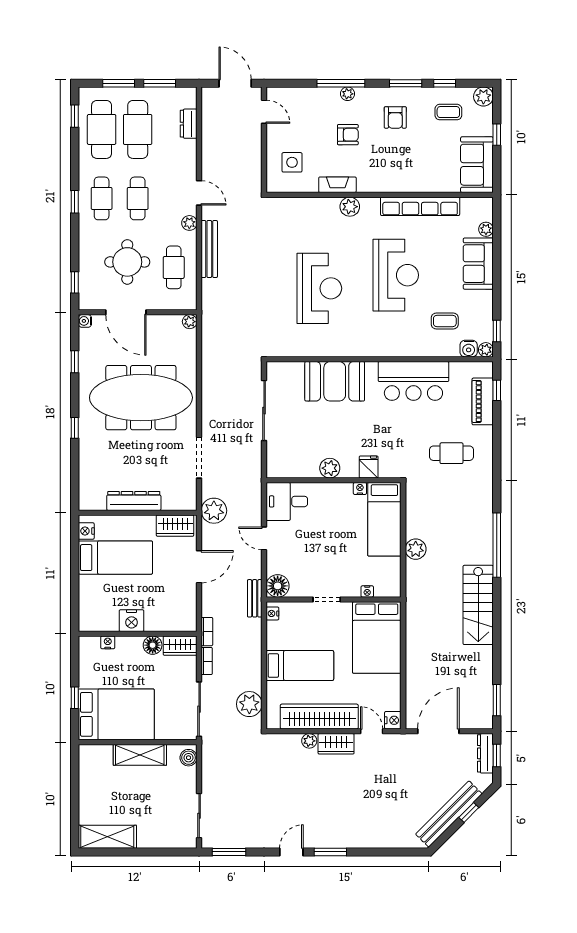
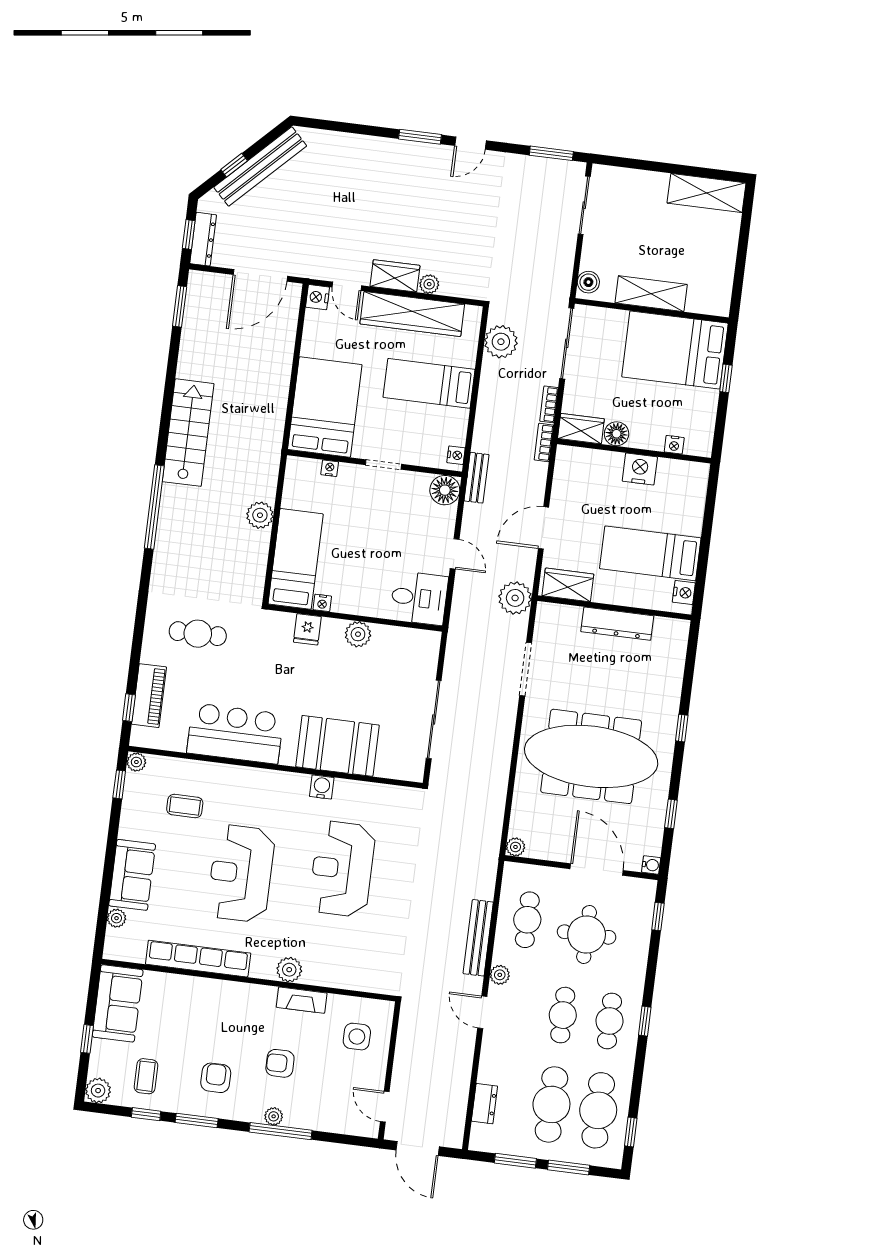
coffee table: (448, 112) -> (146, 1076), turned 90
water cooler: (469, 349) -> (322, 787), moved

